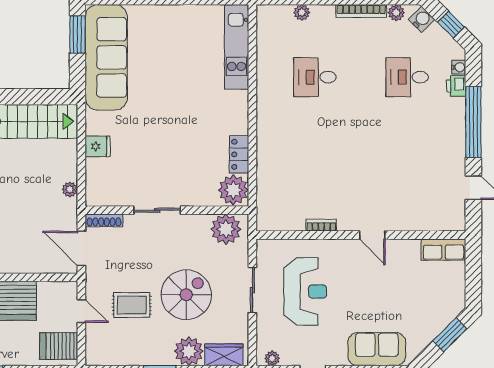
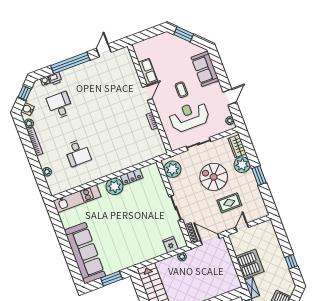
window: (78, 35) -> (111, 279), moved
sofa: (106, 57) -> (85, 253), moved, turned 90
desk: (407, 77) -> (60, 105), turned 180
fridge: (98, 146) -> (170, 245), moved
plant: (233, 190) -> (114, 186), moved
door: (81, 248) -> (210, 239), swing flipped
row of seats: (443, 250) -> (148, 71), moved
coffee table: (356, 295) -> (181, 90), added
rug: (132, 305) -> (229, 203), turned 90
server rack: (59, 346) -> (264, 232), removed

